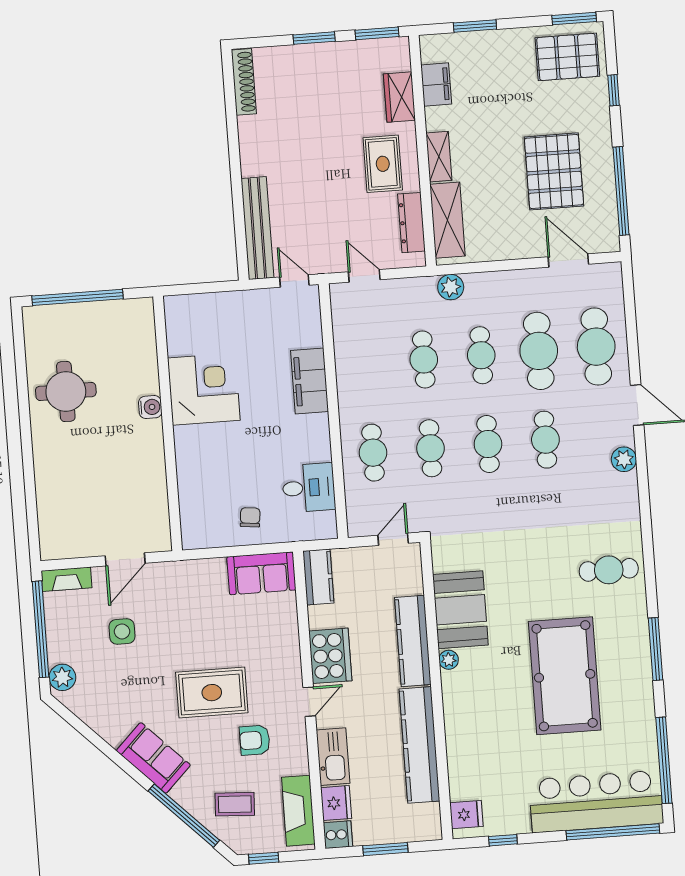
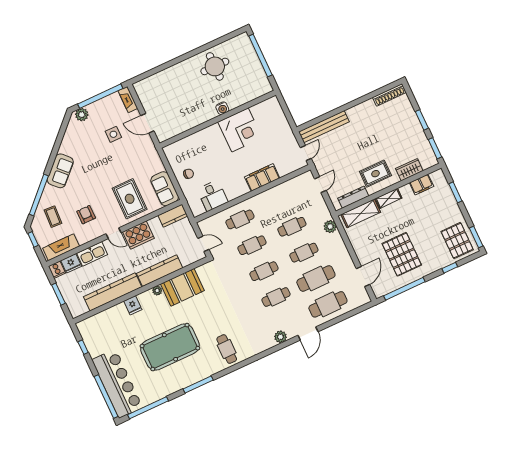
pallet: (554, 171) -> (402, 254), turned 90
rug: (212, 693) -> (130, 199), moved
fridge: (466, 815) -> (133, 305), moved

